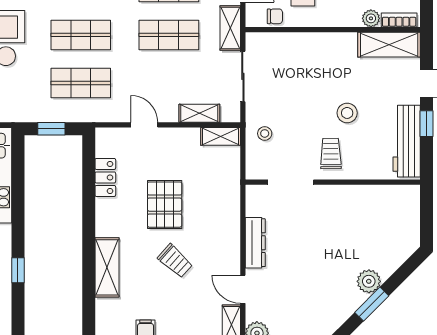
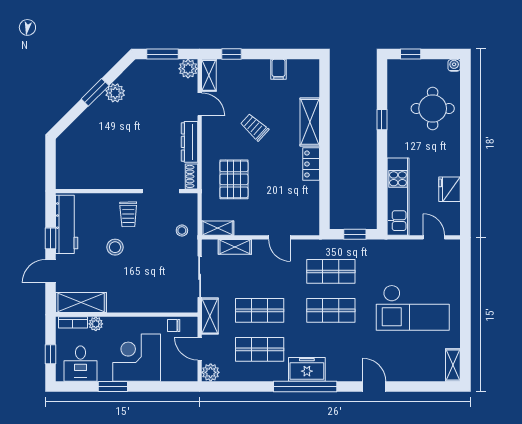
locker: (105, 177) -> (311, 164), moved
shoe rack: (253, 200) -> (191, 176), added
pallet: (165, 205) -> (234, 179), moved
plant: (369, 281) -> (115, 93), moved

